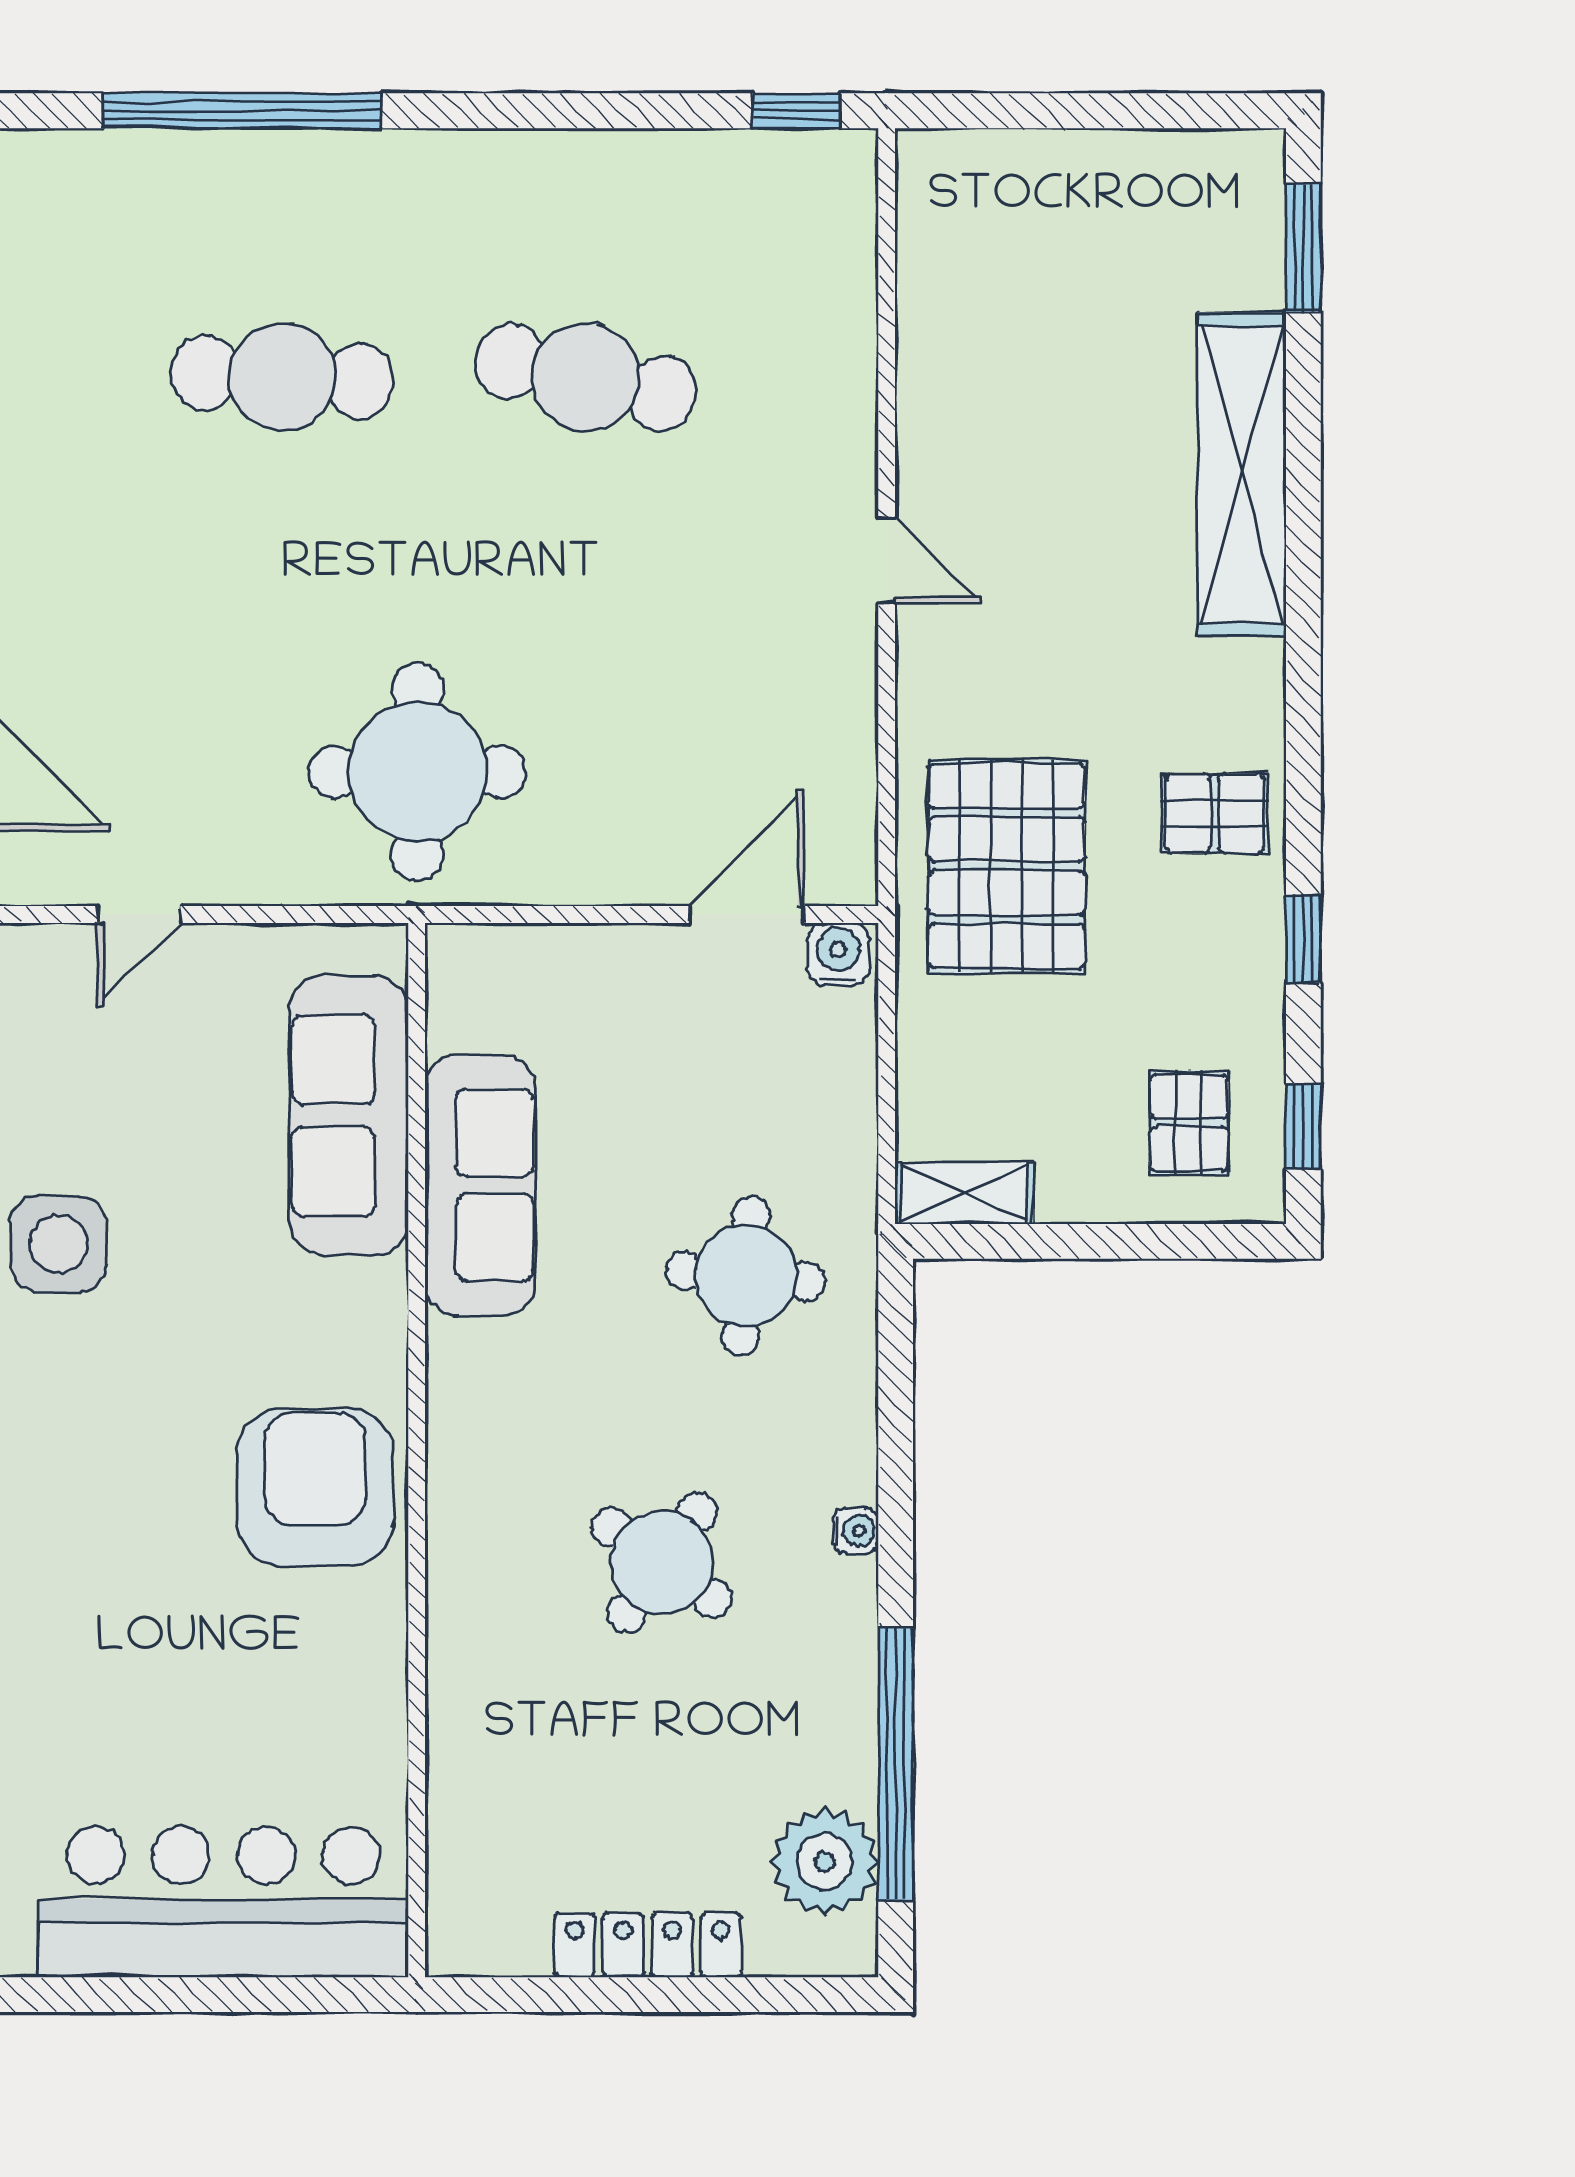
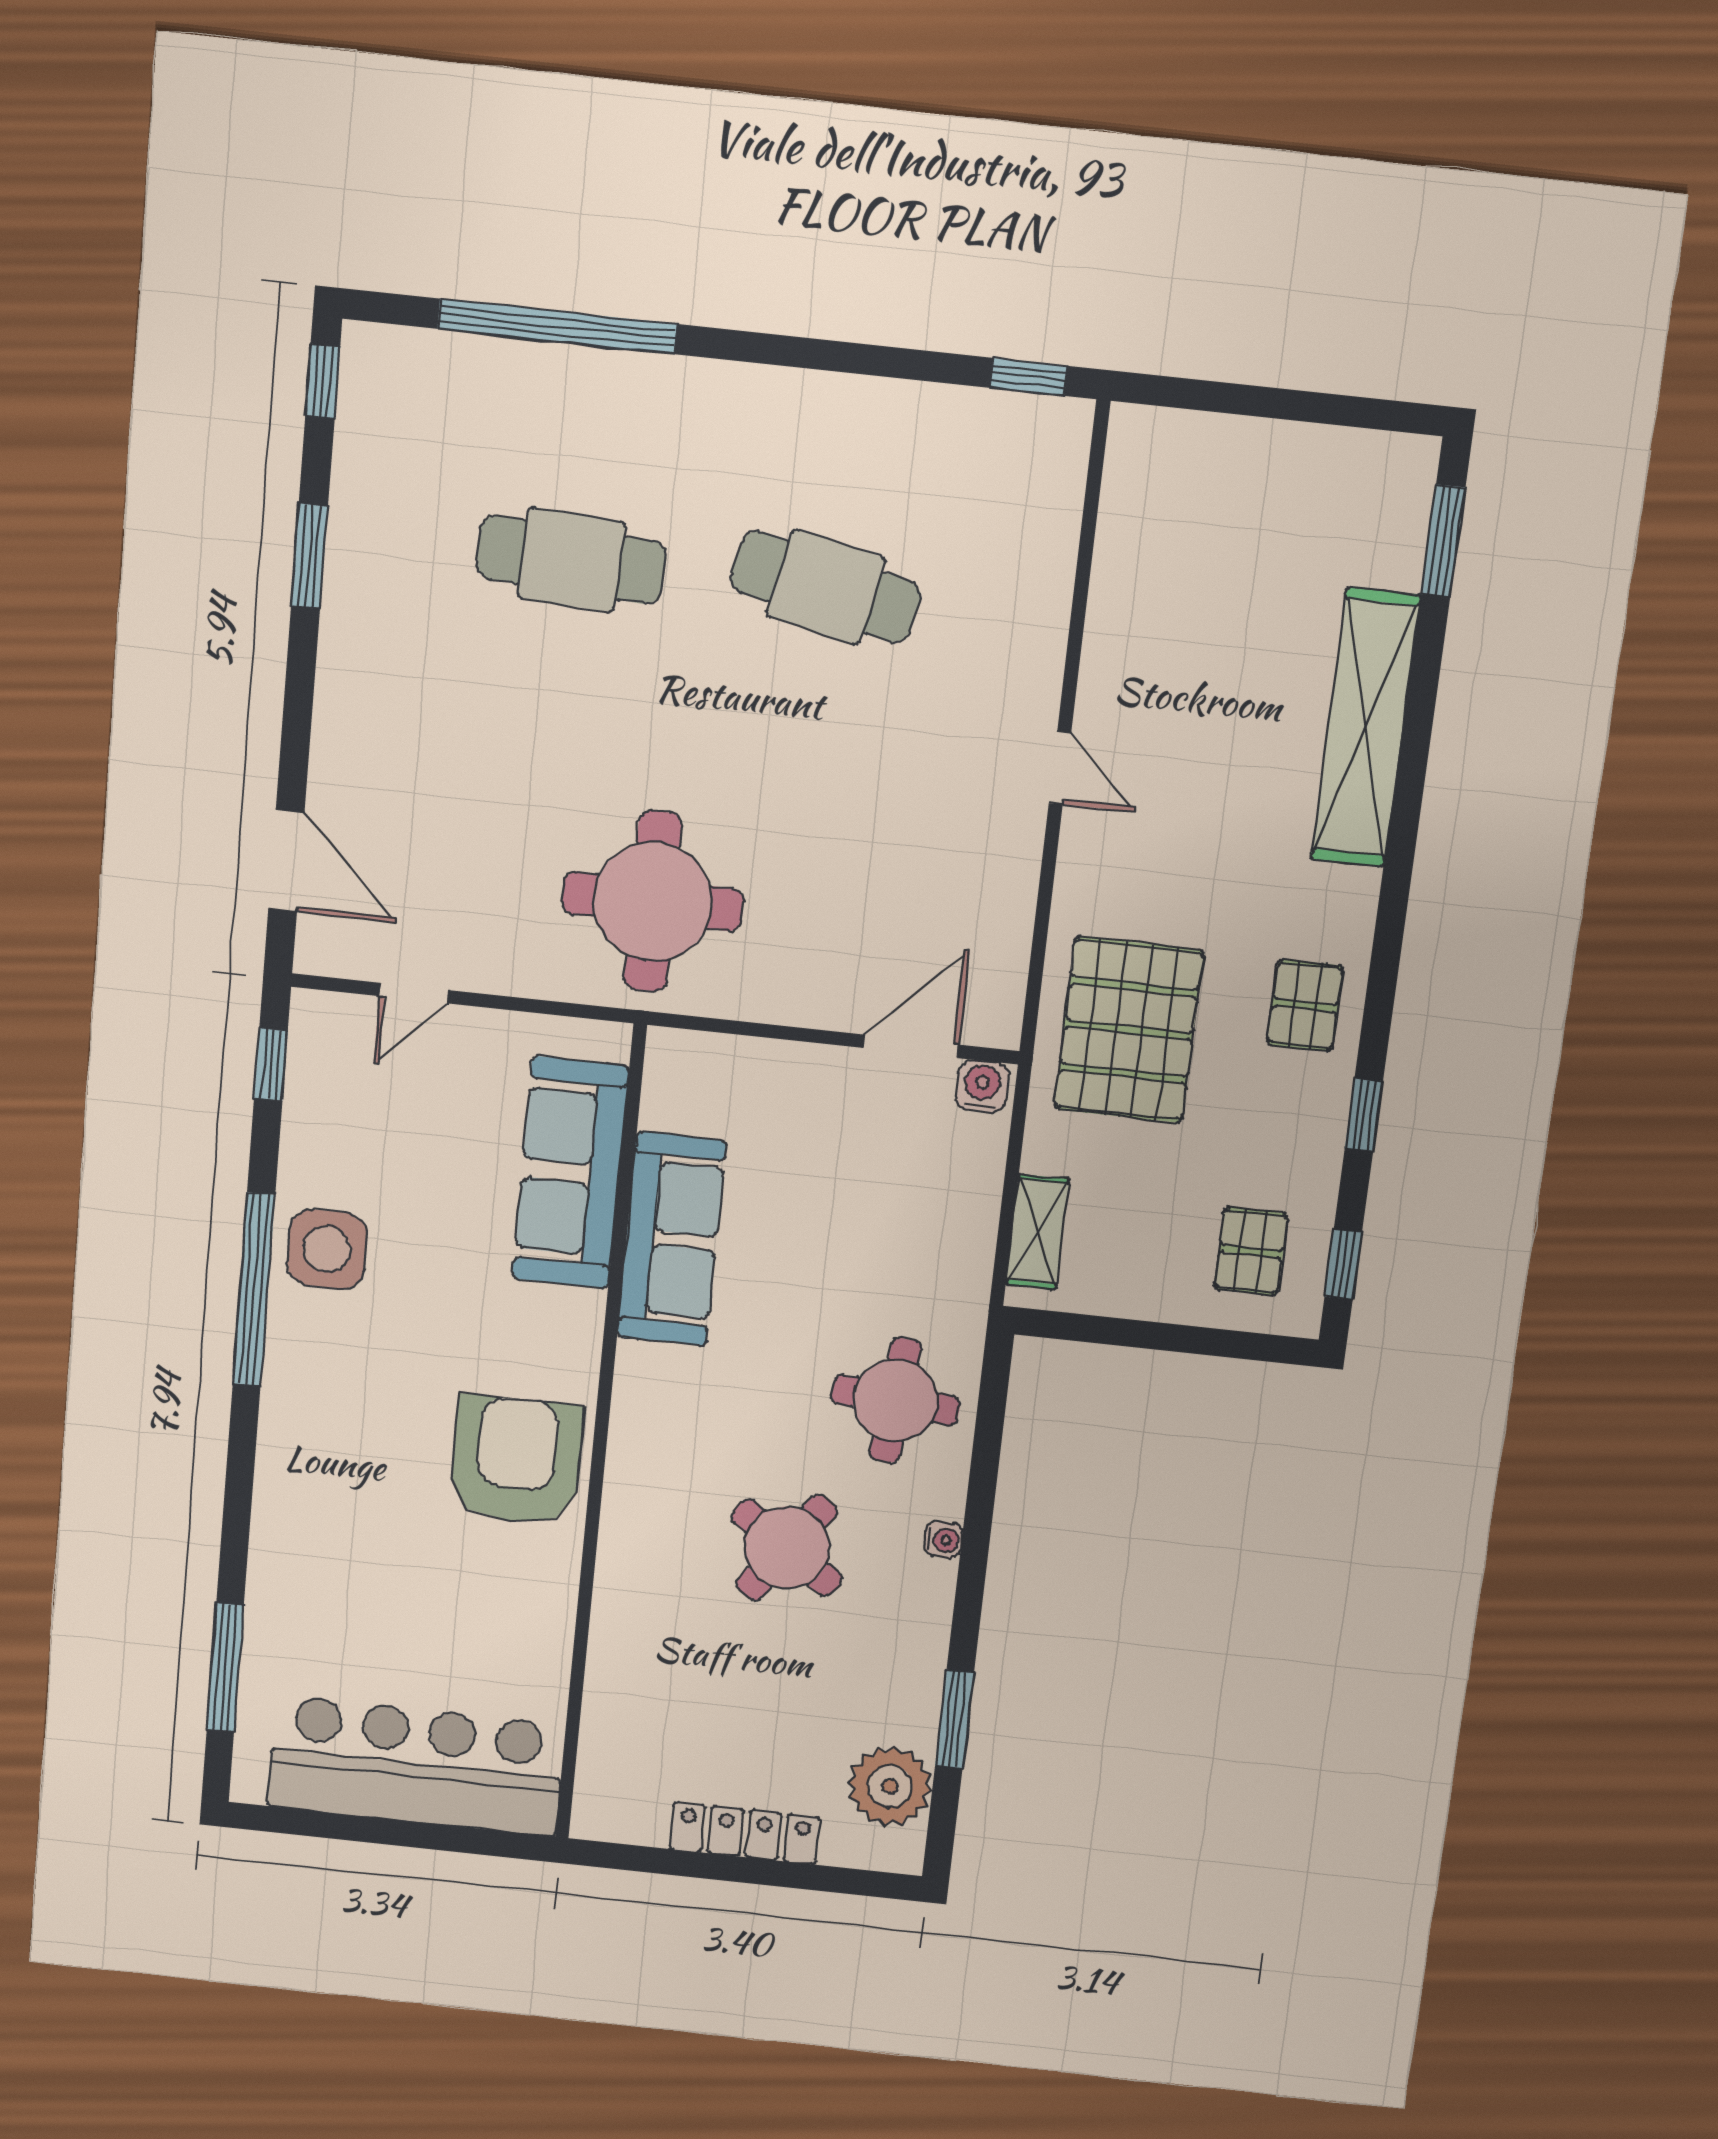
pallet: (1215, 813) -> (1305, 1005), turned 90
shelving: (964, 1193) -> (1037, 1232), moved, turned 90
round table: (746, 1276) -> (895, 1400), moved
window: (896, 1764) -> (954, 1719), width x0.47

